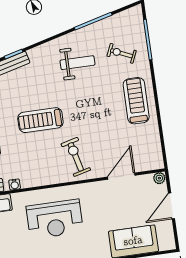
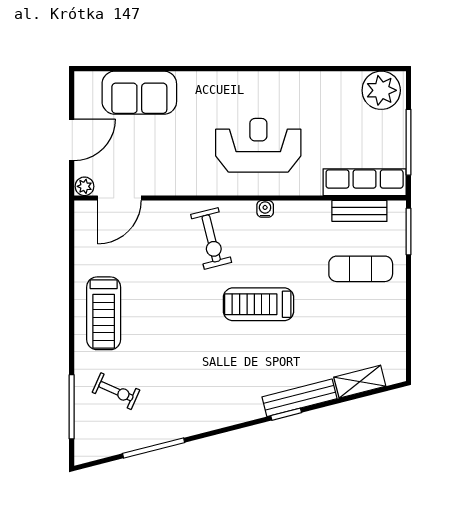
weight bench: (77, 63) -> (187, 386), removed
treadmill: (40, 120) -> (259, 304), turned 180
door: (121, 176) -> (119, 198), moved
water cooler: (15, 184) -> (265, 209), moved

